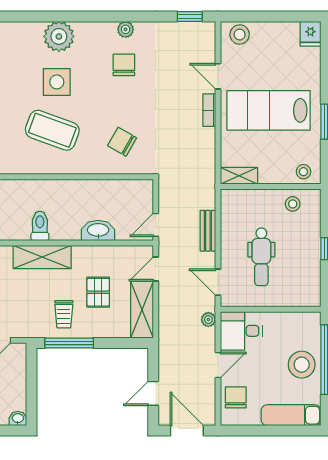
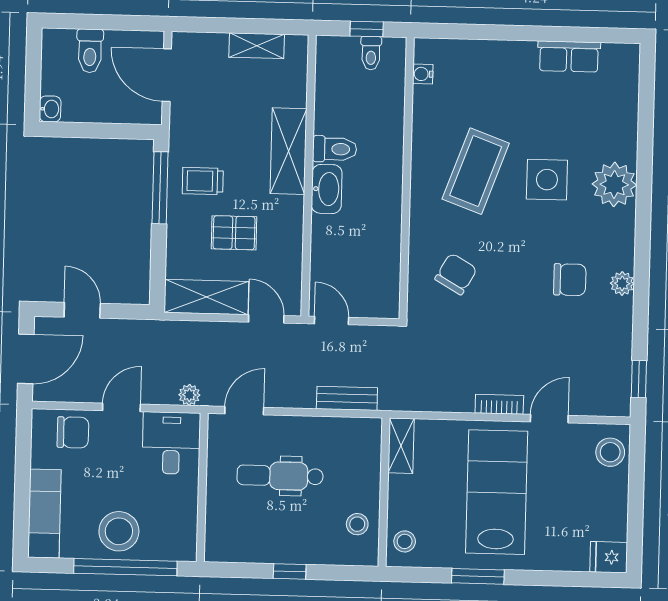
washbasin: (98, 231) -> (327, 189), moved
bench: (208, 231) -> (347, 398), moved
door: (218, 365) -> (121, 407), swing flipped

